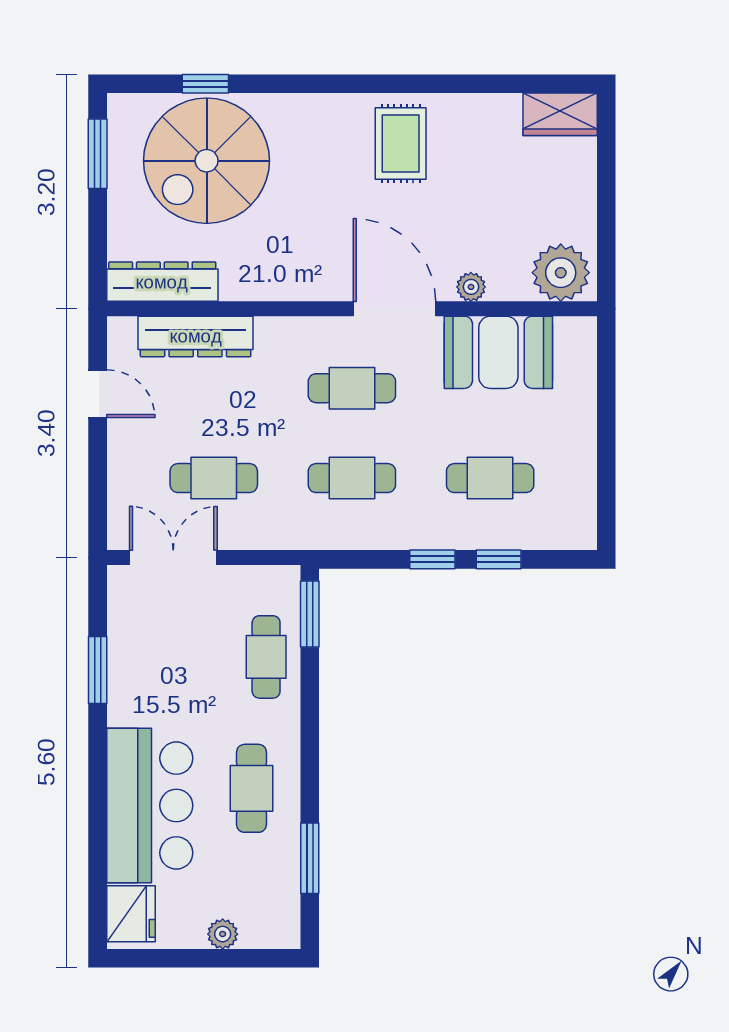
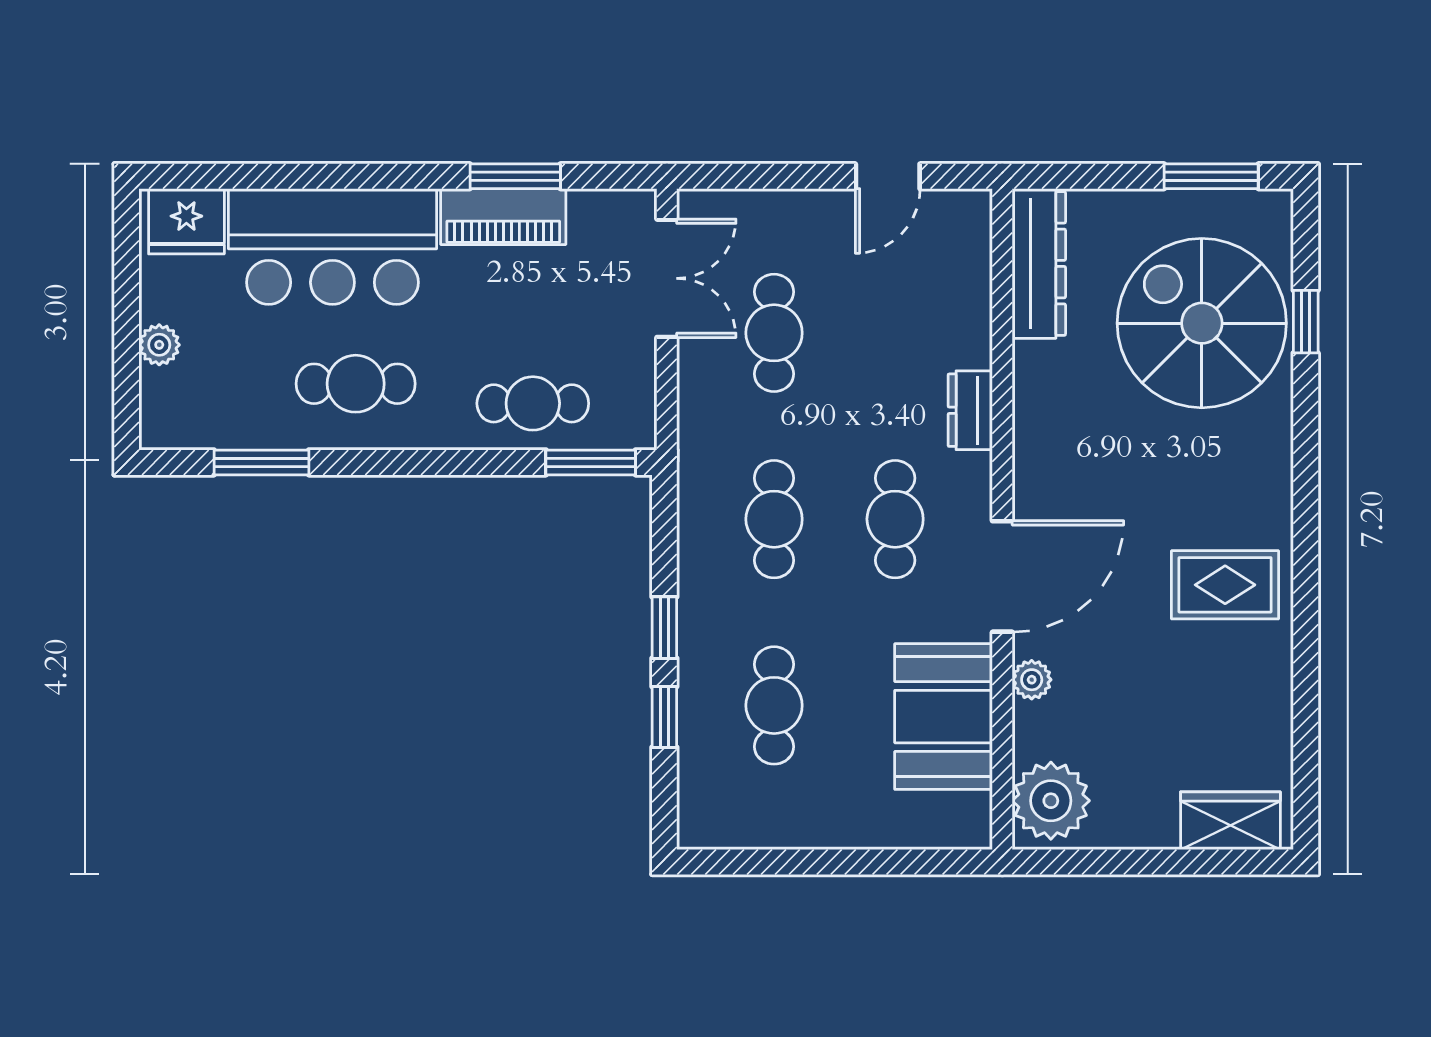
wardrobe: (560, 114) -> (1230, 821), moved, turned 90
dresser: (196, 336) -> (970, 410), moved, width x0.51, depth x0.80
piano: (128, 679) -> (503, 217), added

